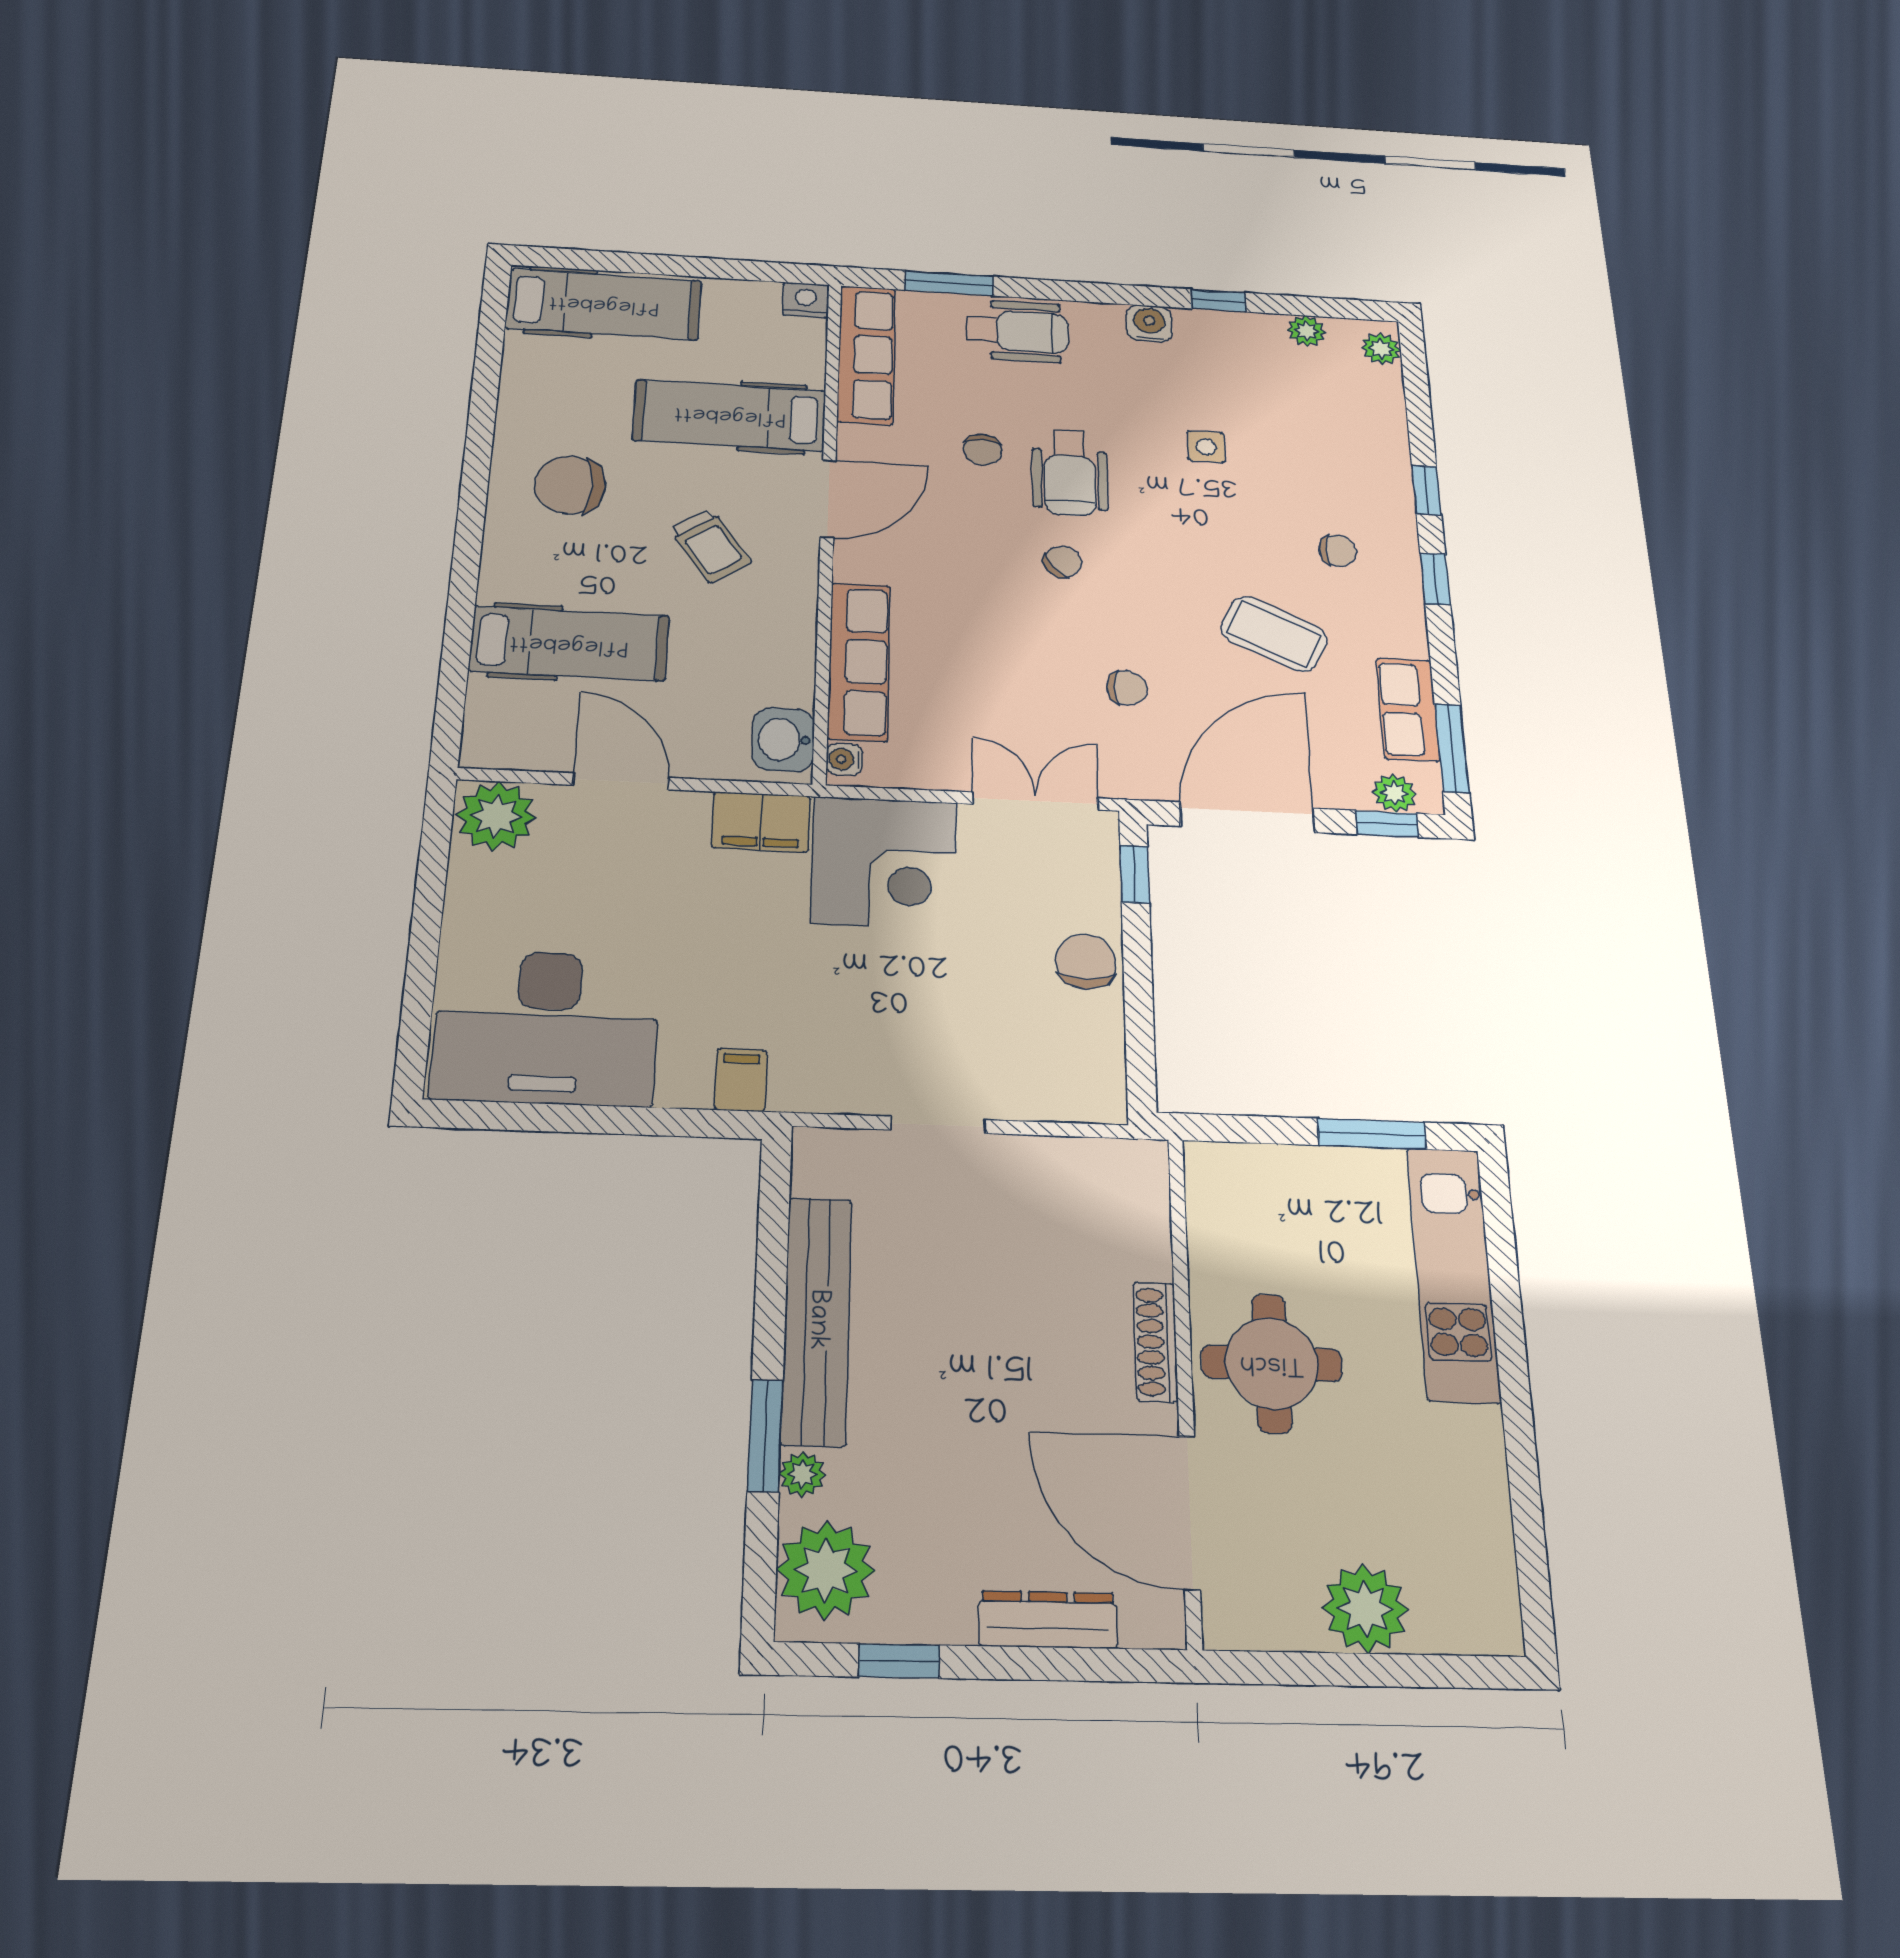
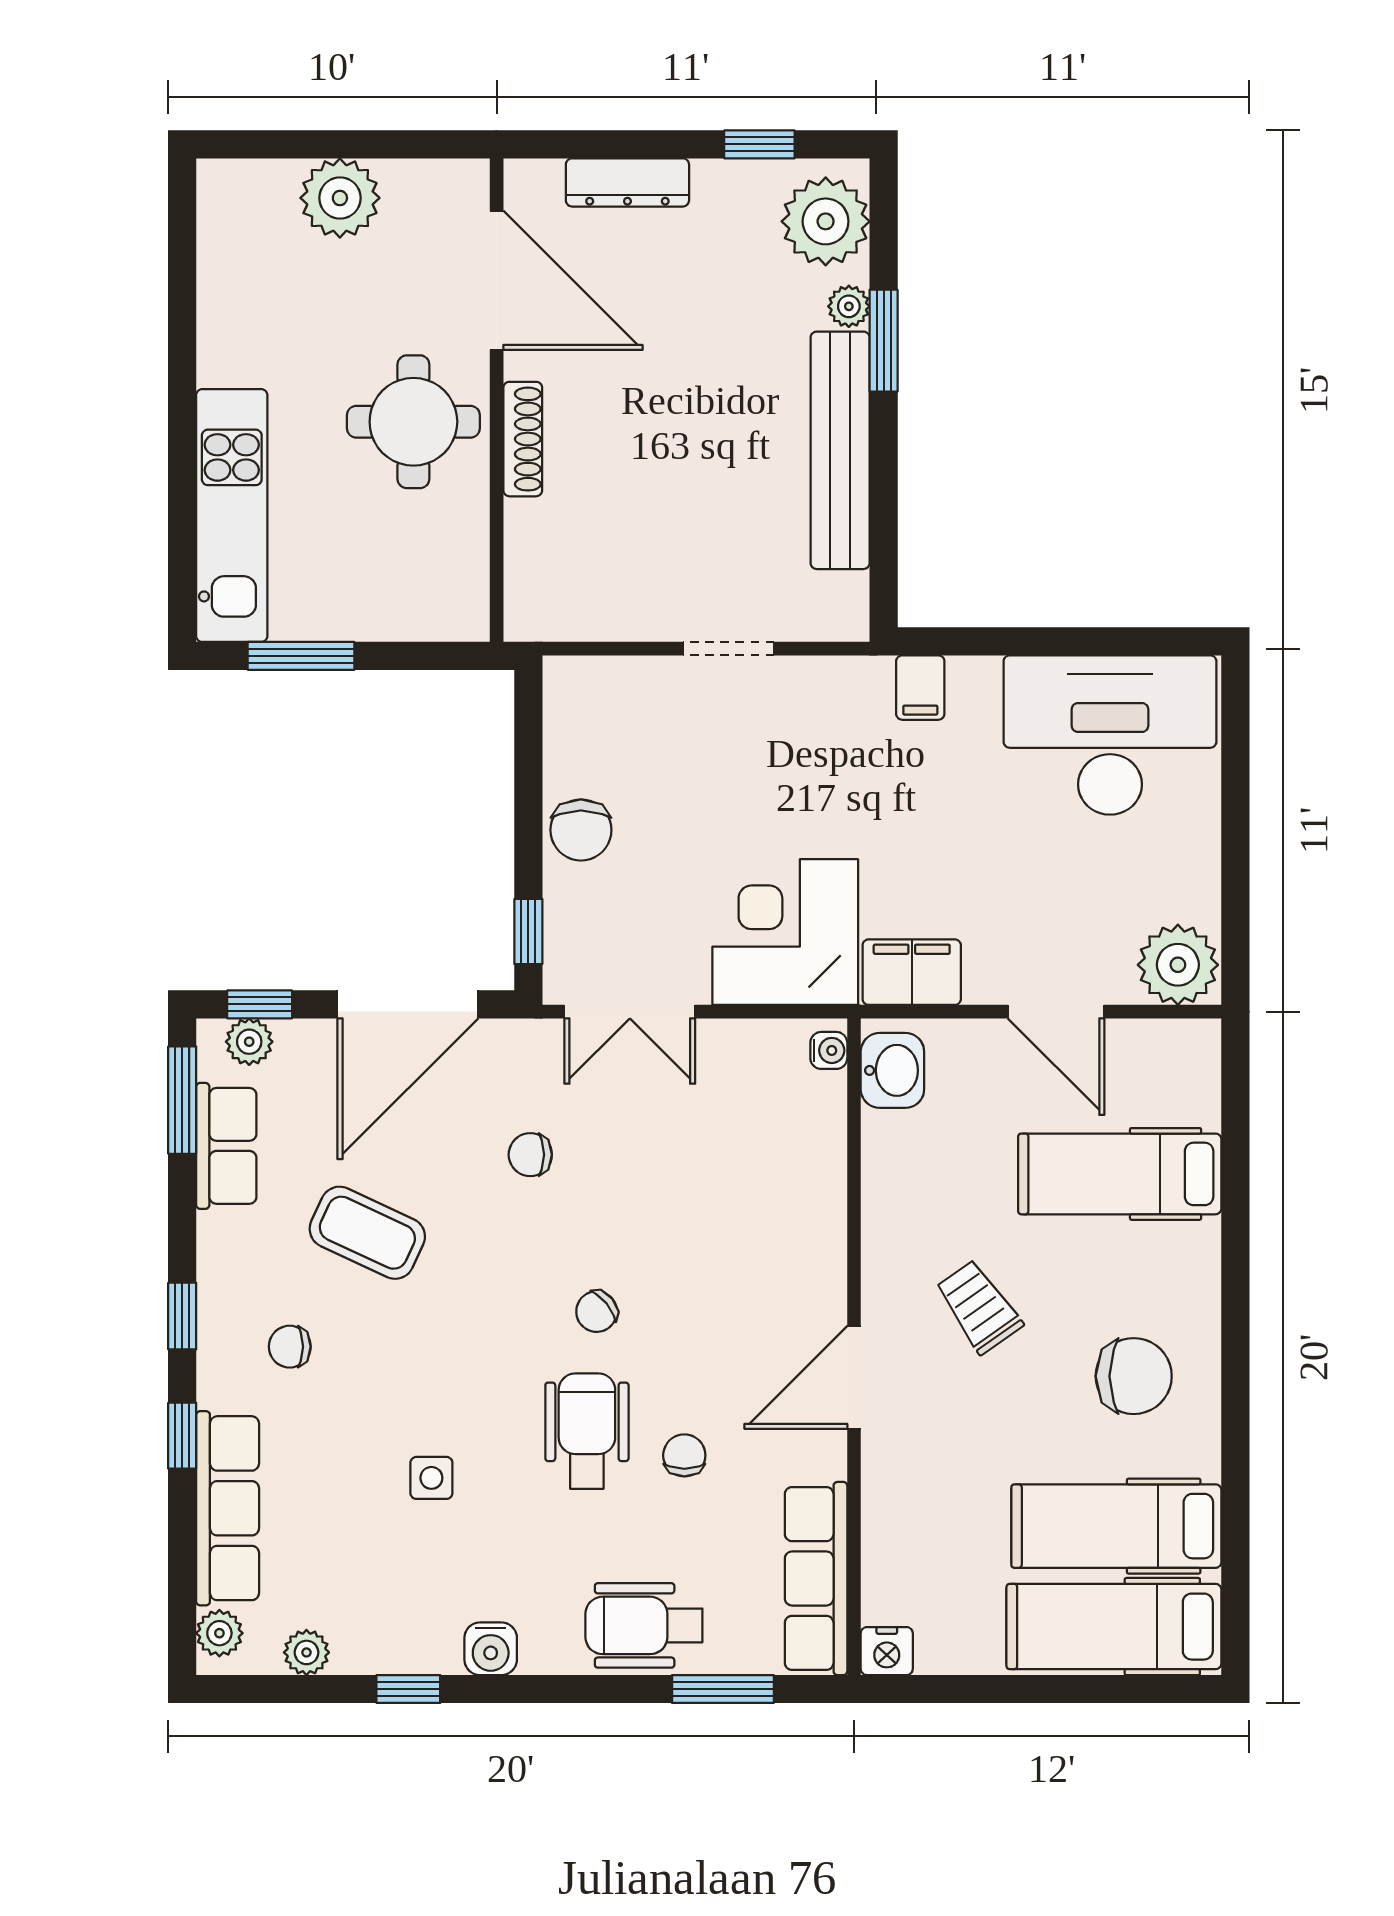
hospital bed: (730, 415) -> (1116, 1526), moved, turned 180
row of seats: (859, 661) -> (228, 1508), moved, turned 180

